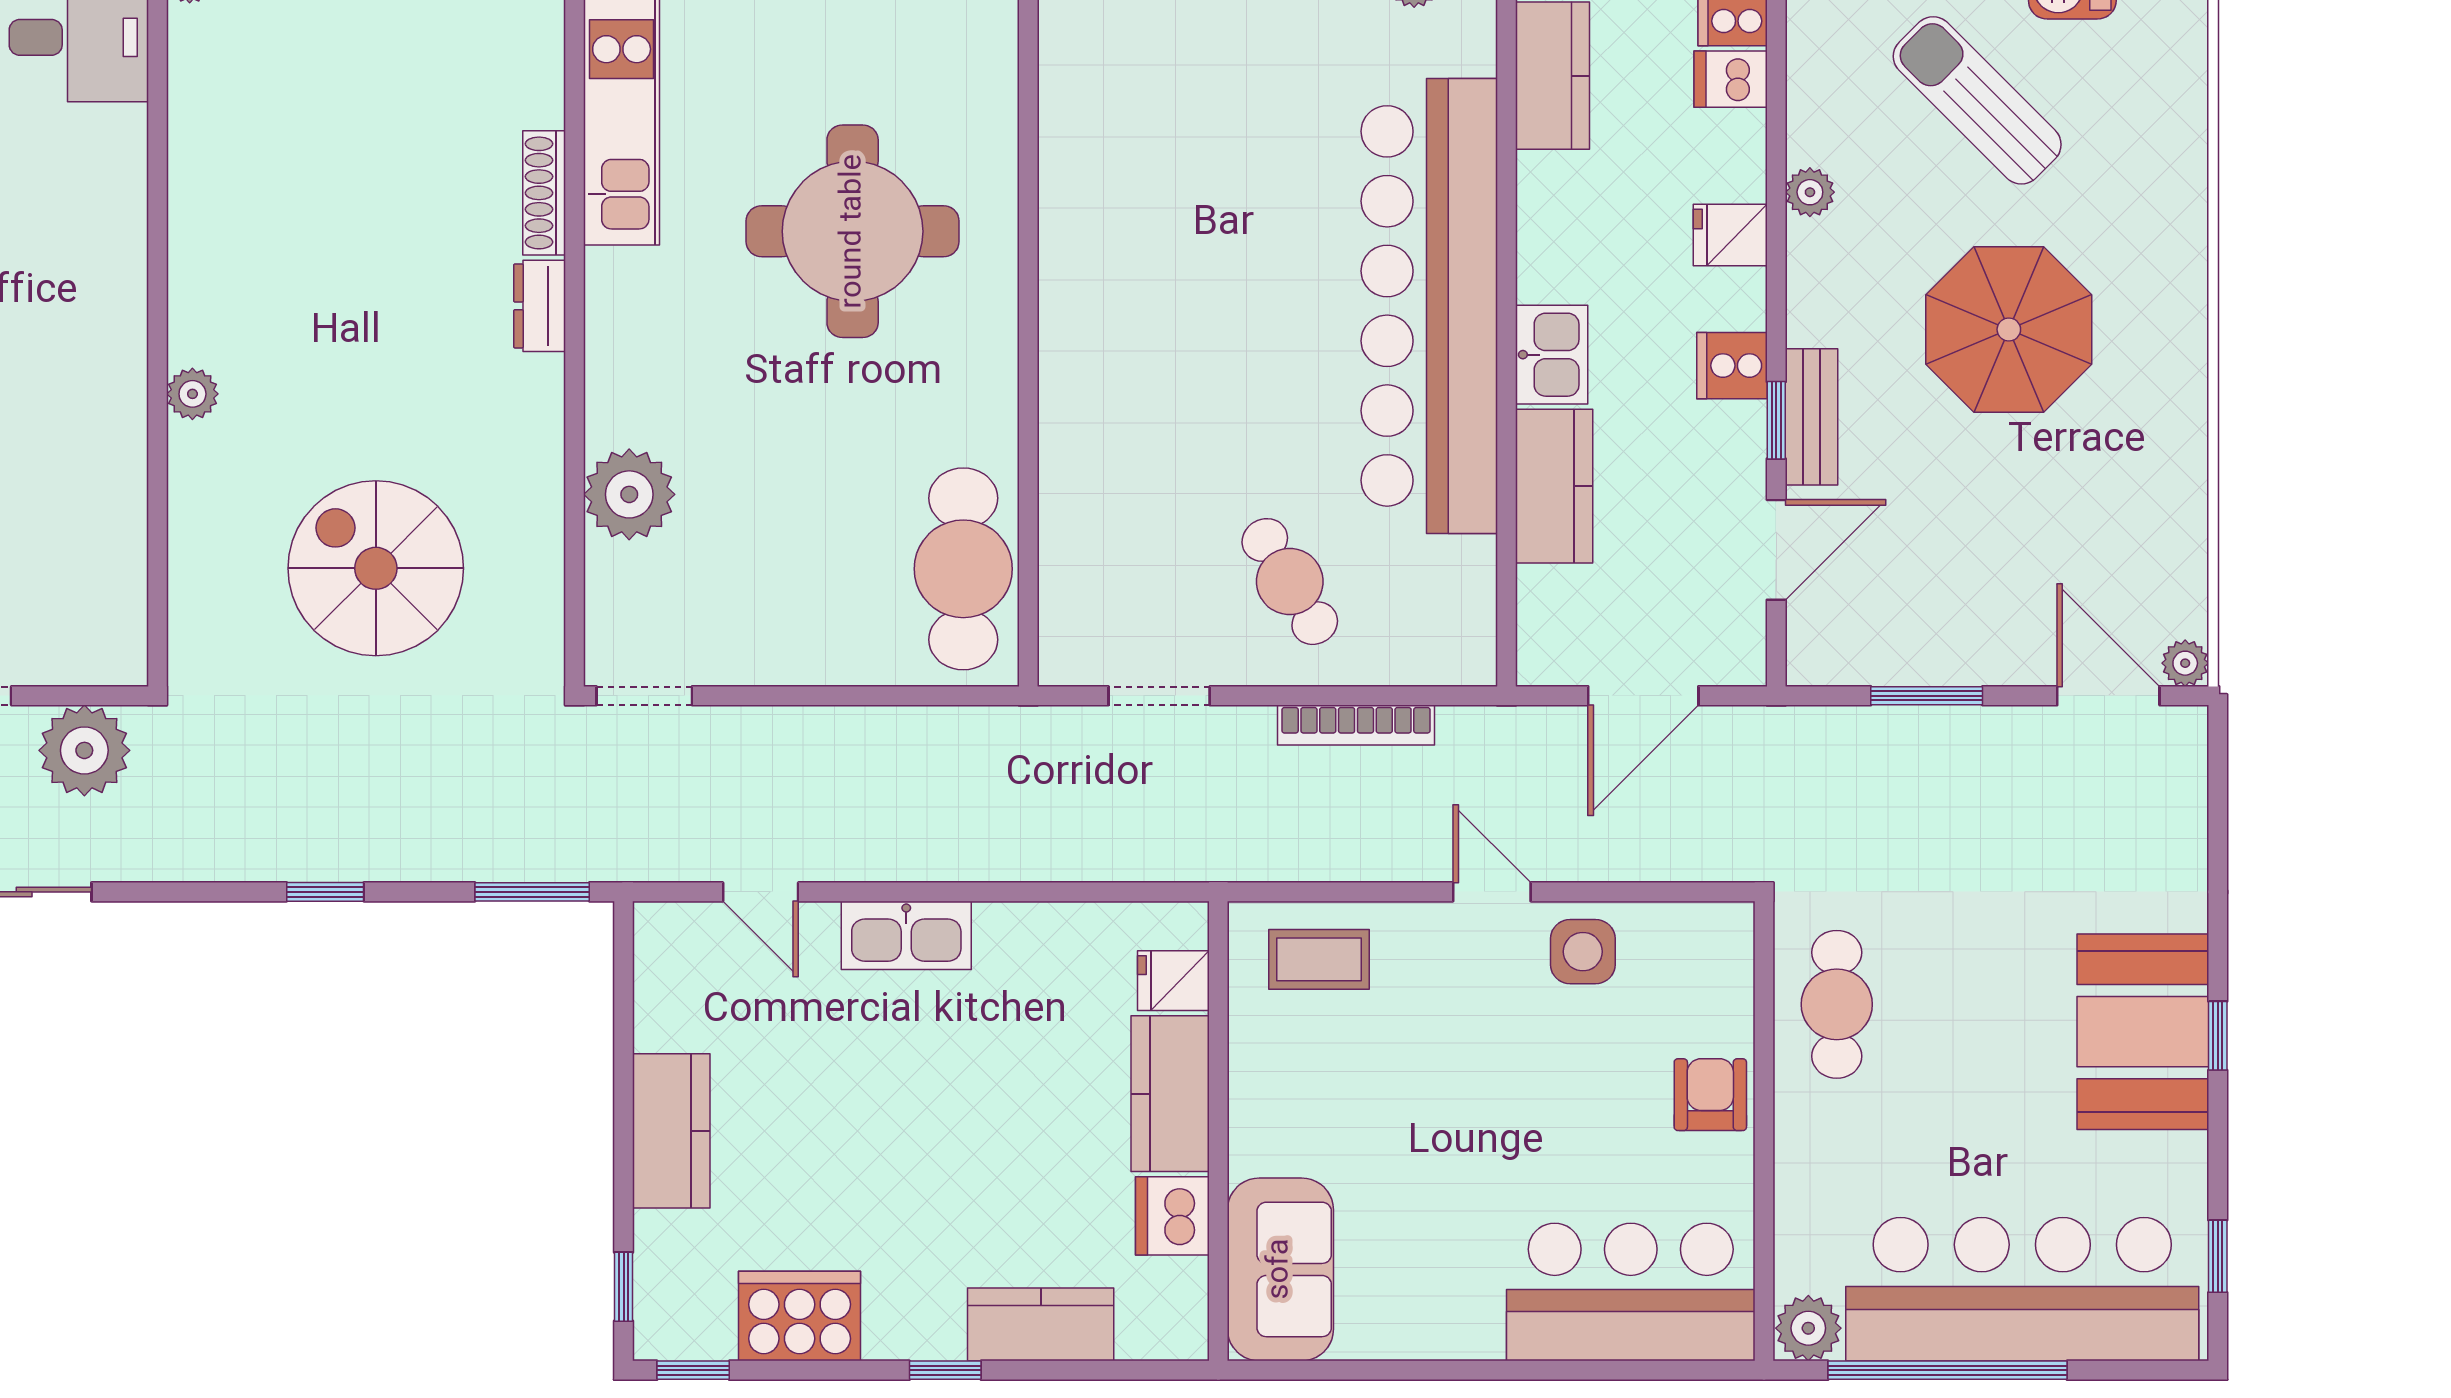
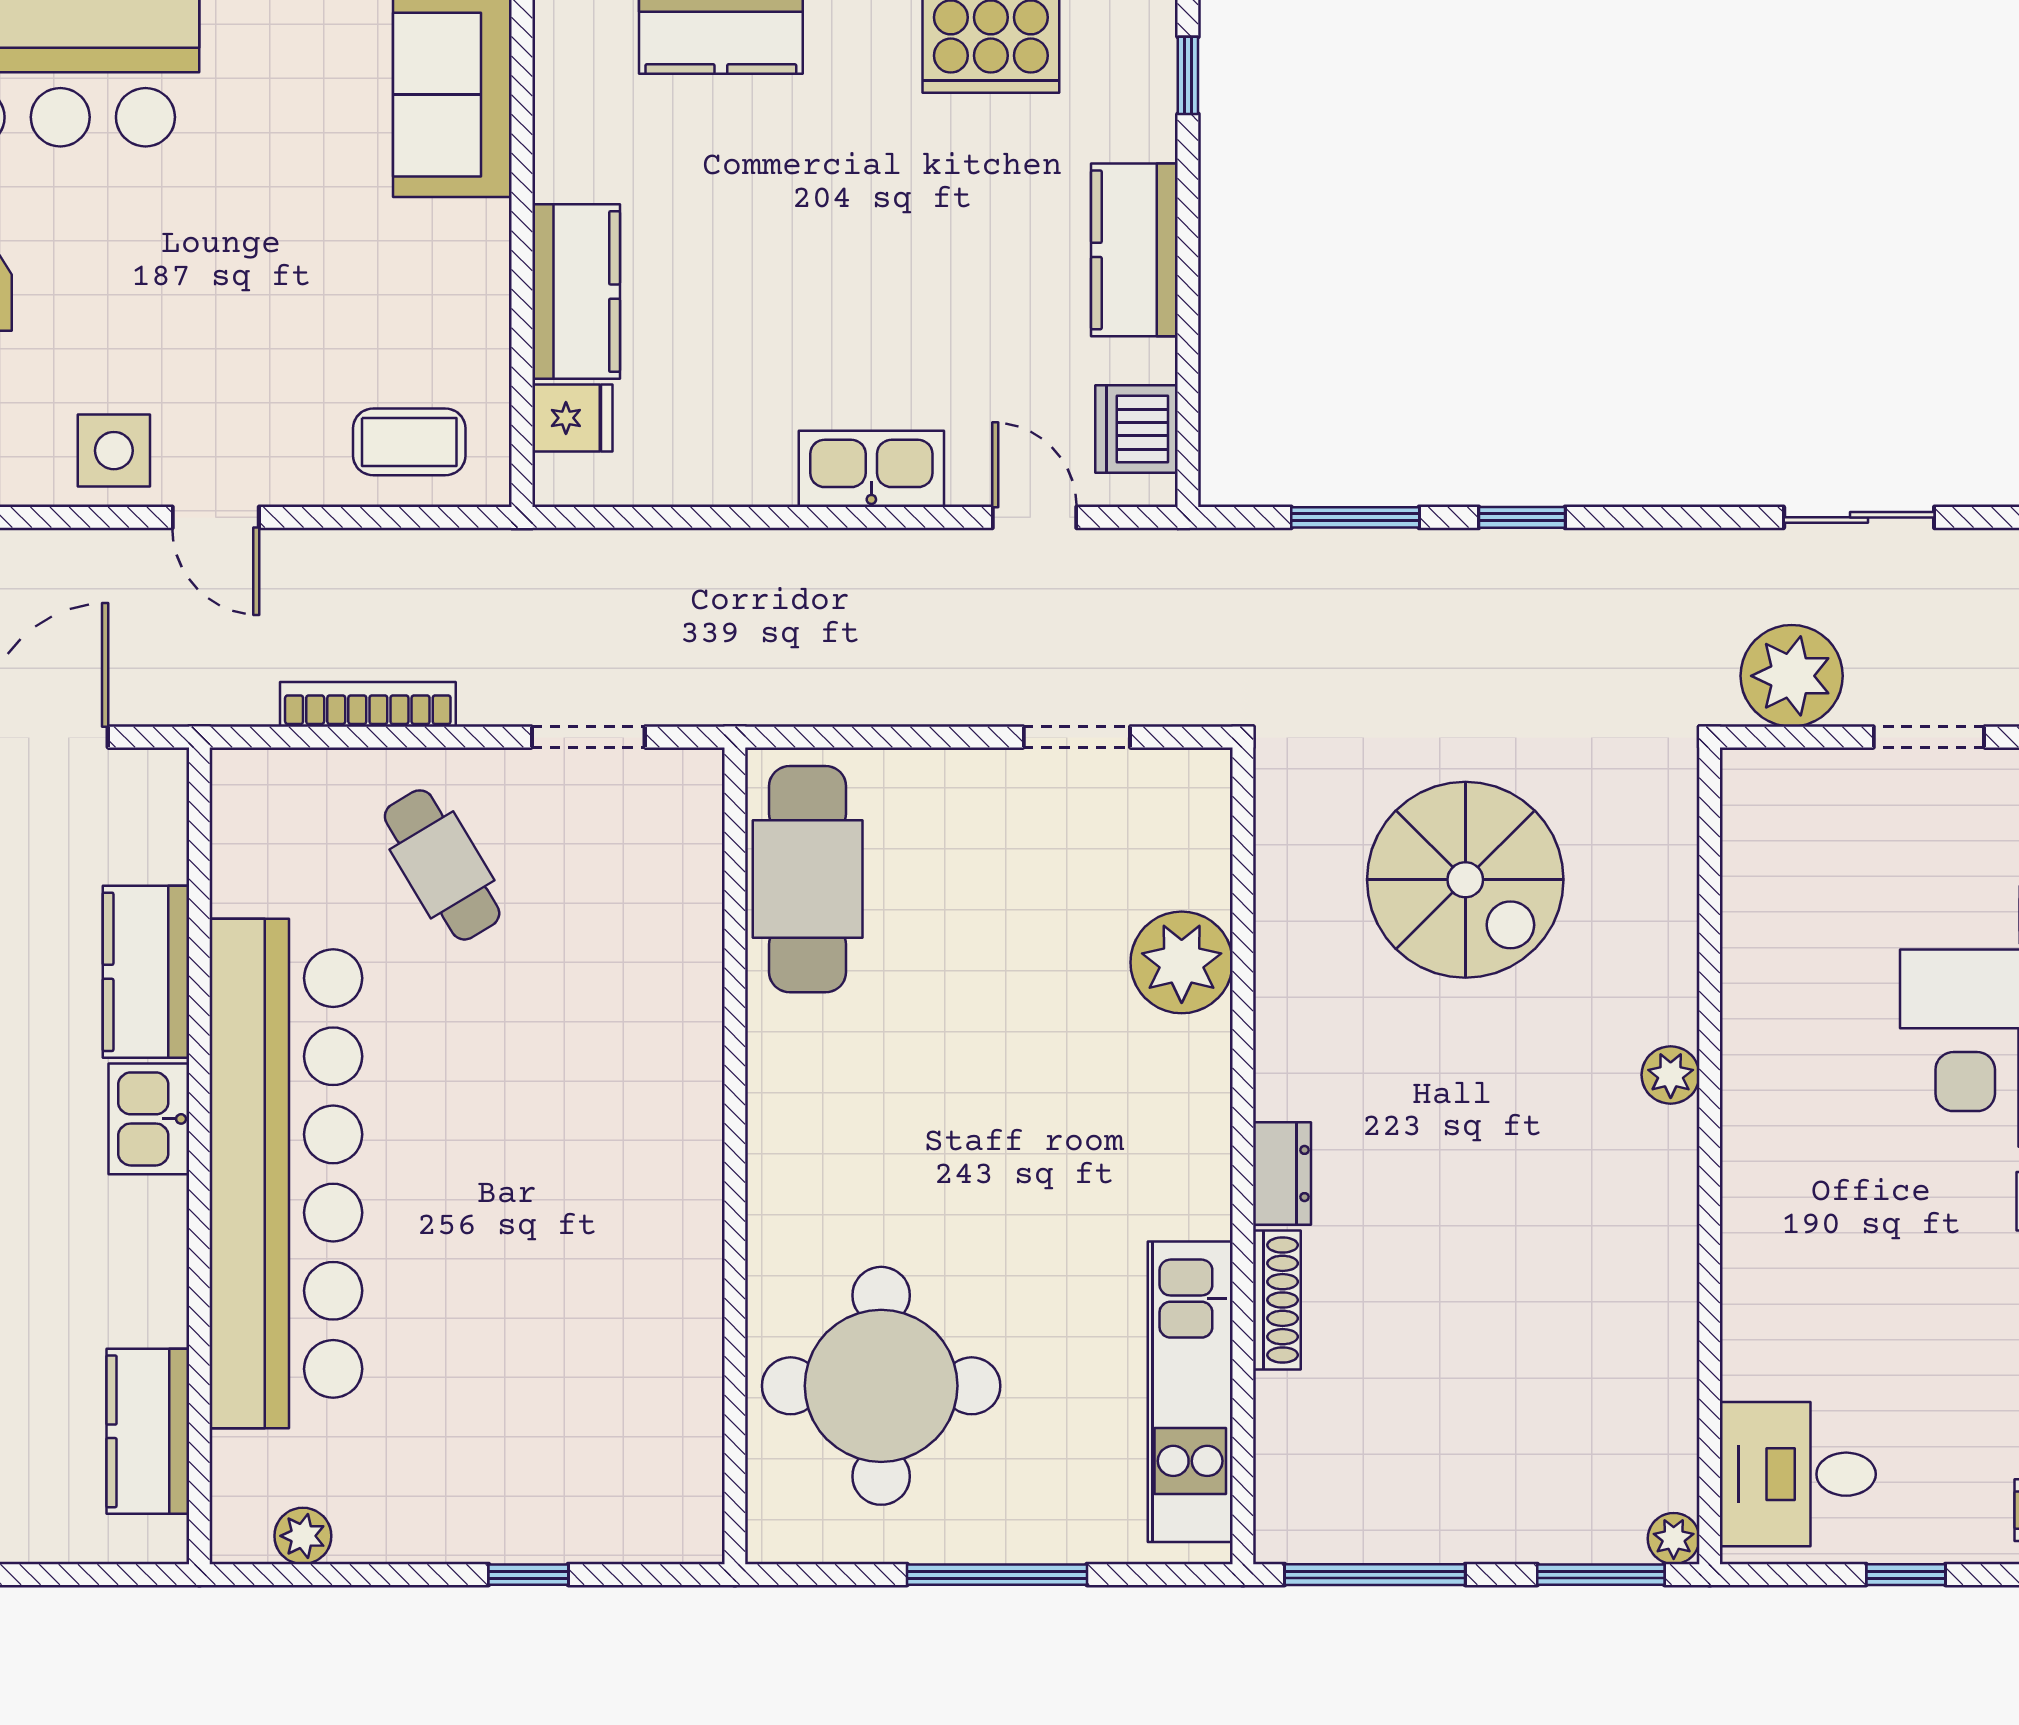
round table: (853, 231) -> (881, 1386), moved
doorway: (644, 696) -> (1077, 737), moved
window: (532, 892) -> (1355, 517), moved
dishwasher: (1172, 1216) -> (1137, 429), moved, turned 180

